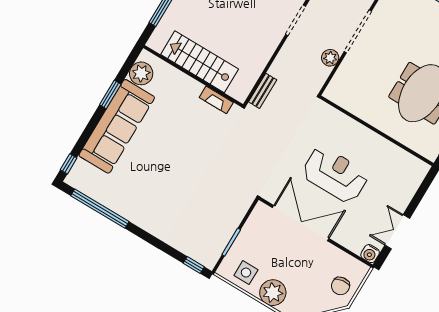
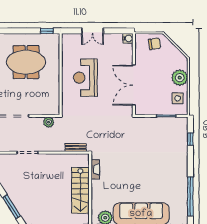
plant: (330, 58) -> (49, 122), moved
reception desk: (335, 174) -> (85, 78), moved
double door: (397, 232) -> (93, 31), moved
window: (194, 265) -> (190, 139), moved

